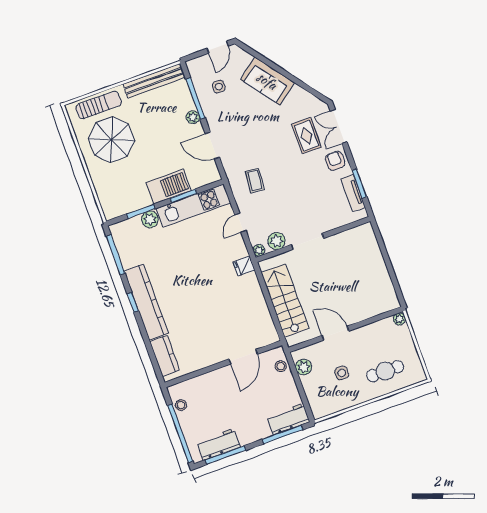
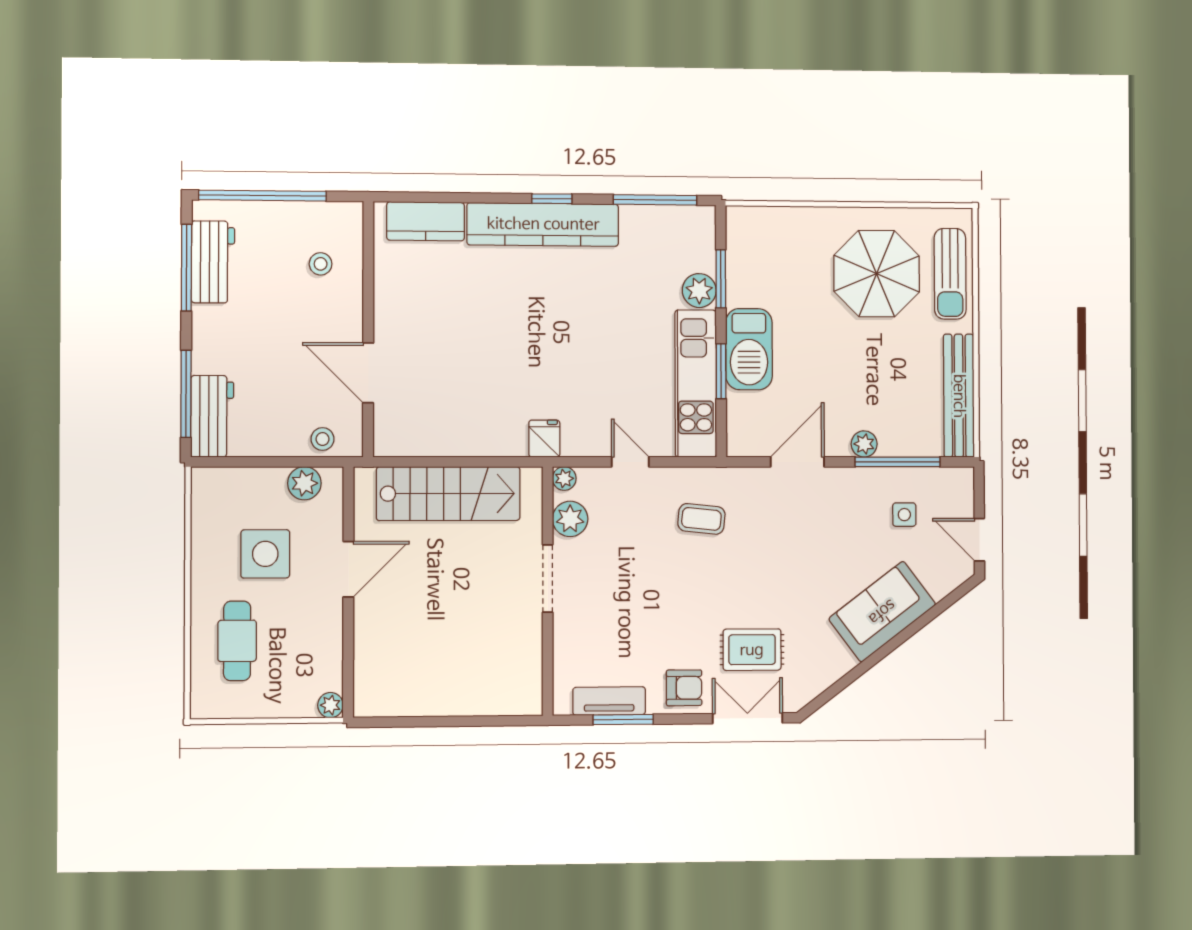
side table: (342, 373) -> (265, 554), width x1.87, depth x1.87
stool: (181, 405) -> (321, 264), moved

